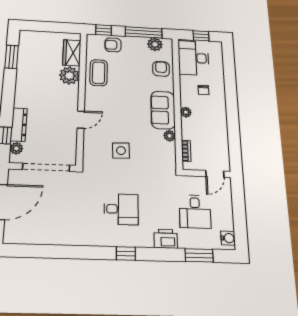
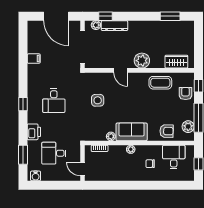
desk: (193, 58) -> (174, 157), width x0.73
plant: (69, 76) -> (142, 61), moved
filing cabinet: (59, 236) -> (34, 59), added

